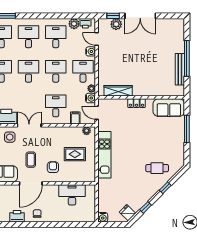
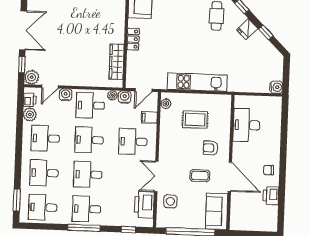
plant: (116, 24) -> (32, 77), moved
rug: (75, 154) -> (195, 120), turned 90
fridge: (128, 213) -> (247, 29), moved

